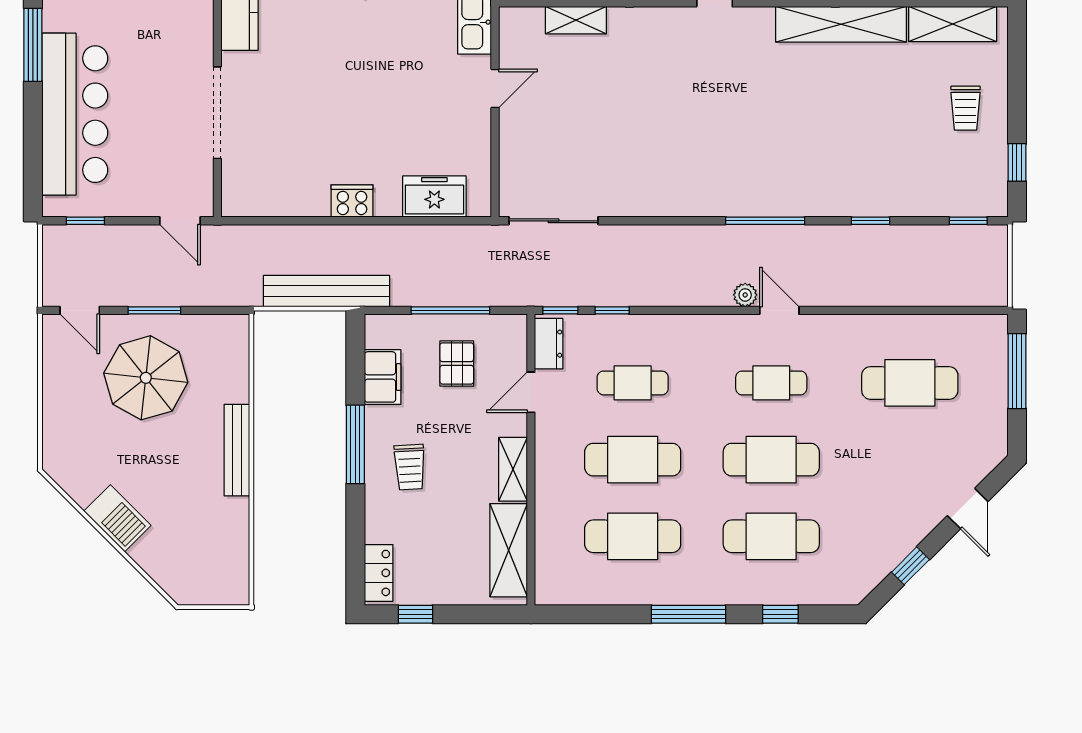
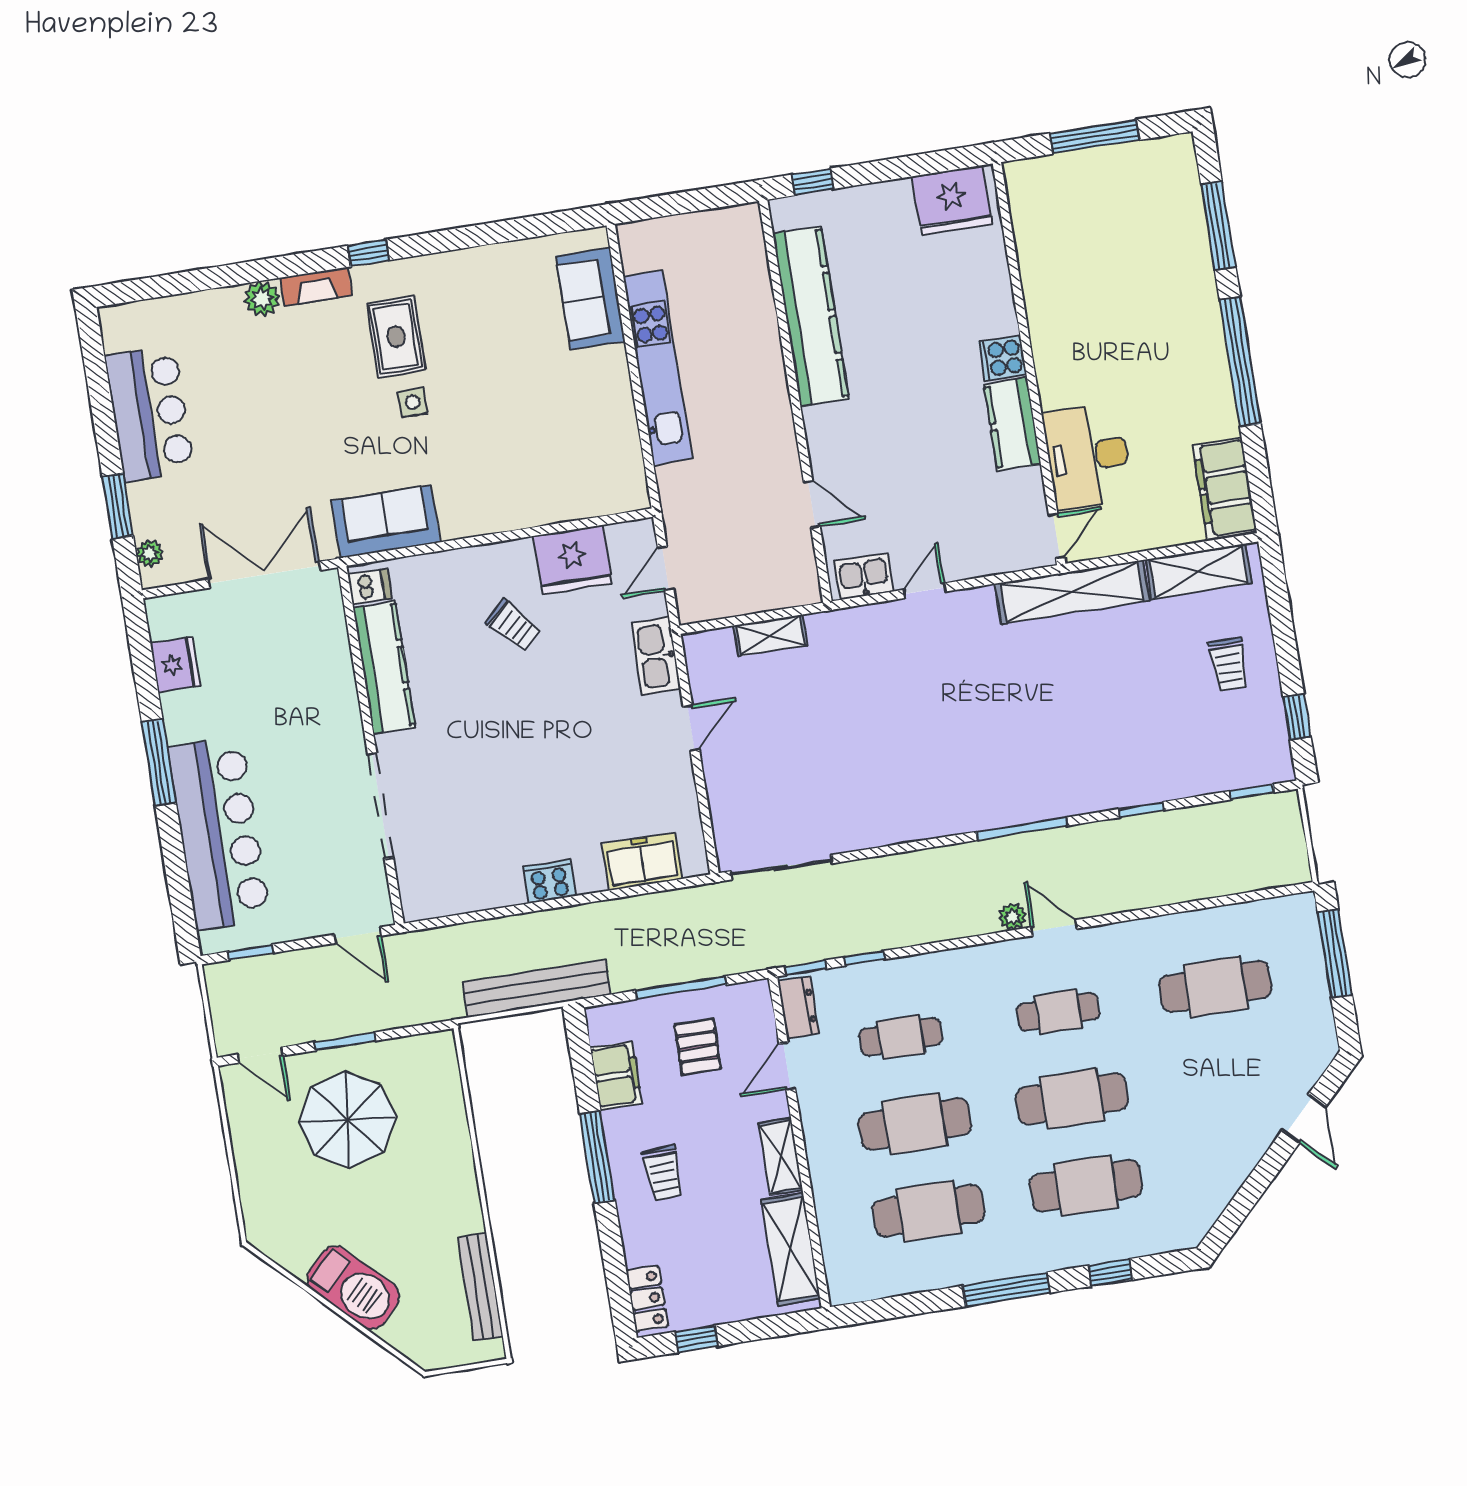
bench: (237, 450) -> (480, 1287), moved
barbecue: (117, 518) -> (353, 1288), width x1.37, depth x1.21
window: (910, 566) -> (1249, 1194), removed

